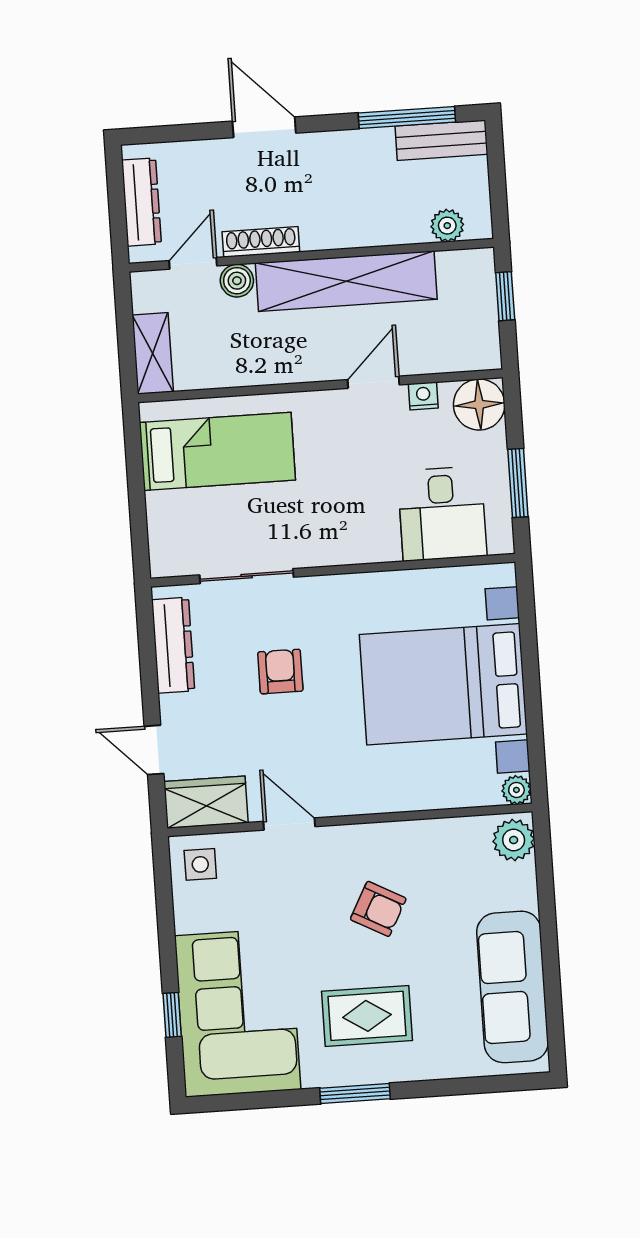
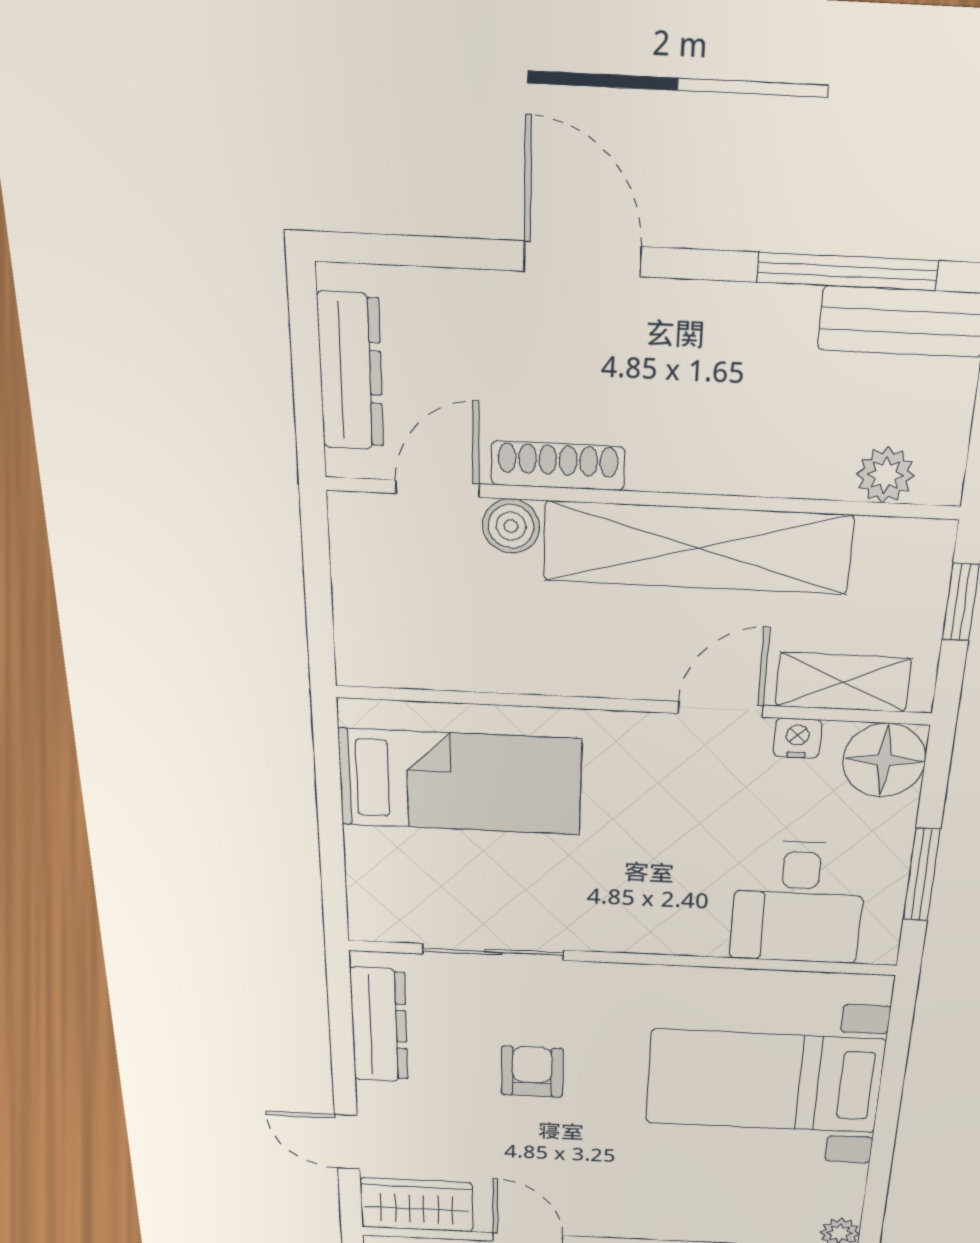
shelving: (153, 353) -> (843, 682), moved, turned 90
bed with nightstands: (443, 684) -> (765, 1081), width x0.73

